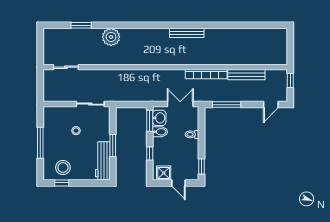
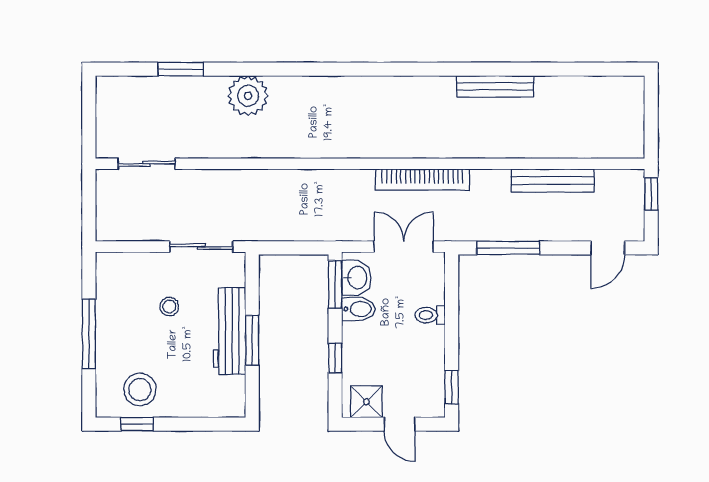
bench: (187, 33) -> (495, 86), moved
bookcase: (206, 74) -> (422, 180), moved
workbench: (103, 161) -> (229, 331), moved

